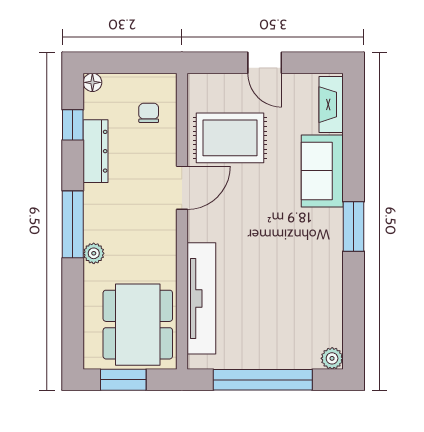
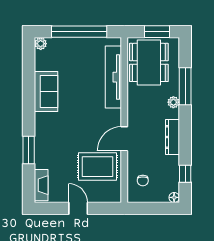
dresser: (96, 151) -> (172, 137), moved
sofa: (322, 171) -> (46, 91), moved
window: (73, 224) -> (185, 86), moved
window: (353, 227) -> (29, 150), moved

